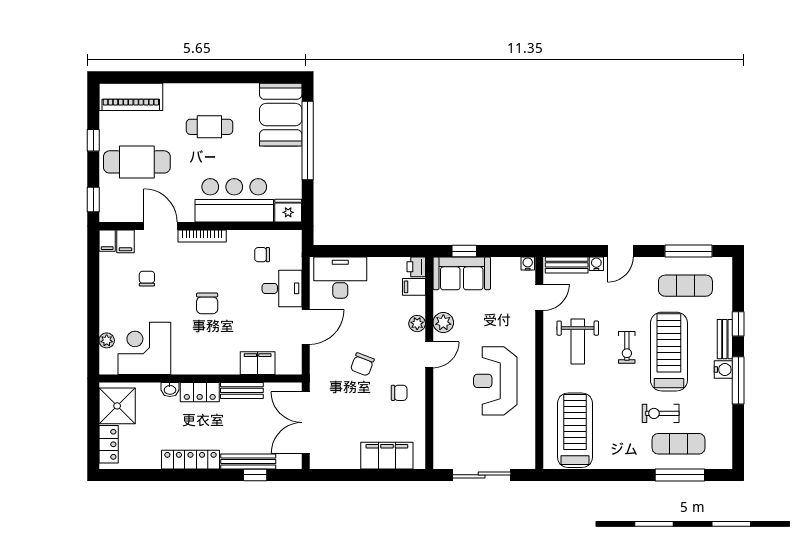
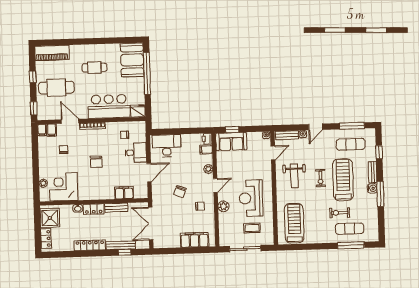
plant: (443, 323) -> (223, 206), moved
window: (738, 324) -> (379, 152), moved
coffee table: (495, 437) -> (252, 228), added

